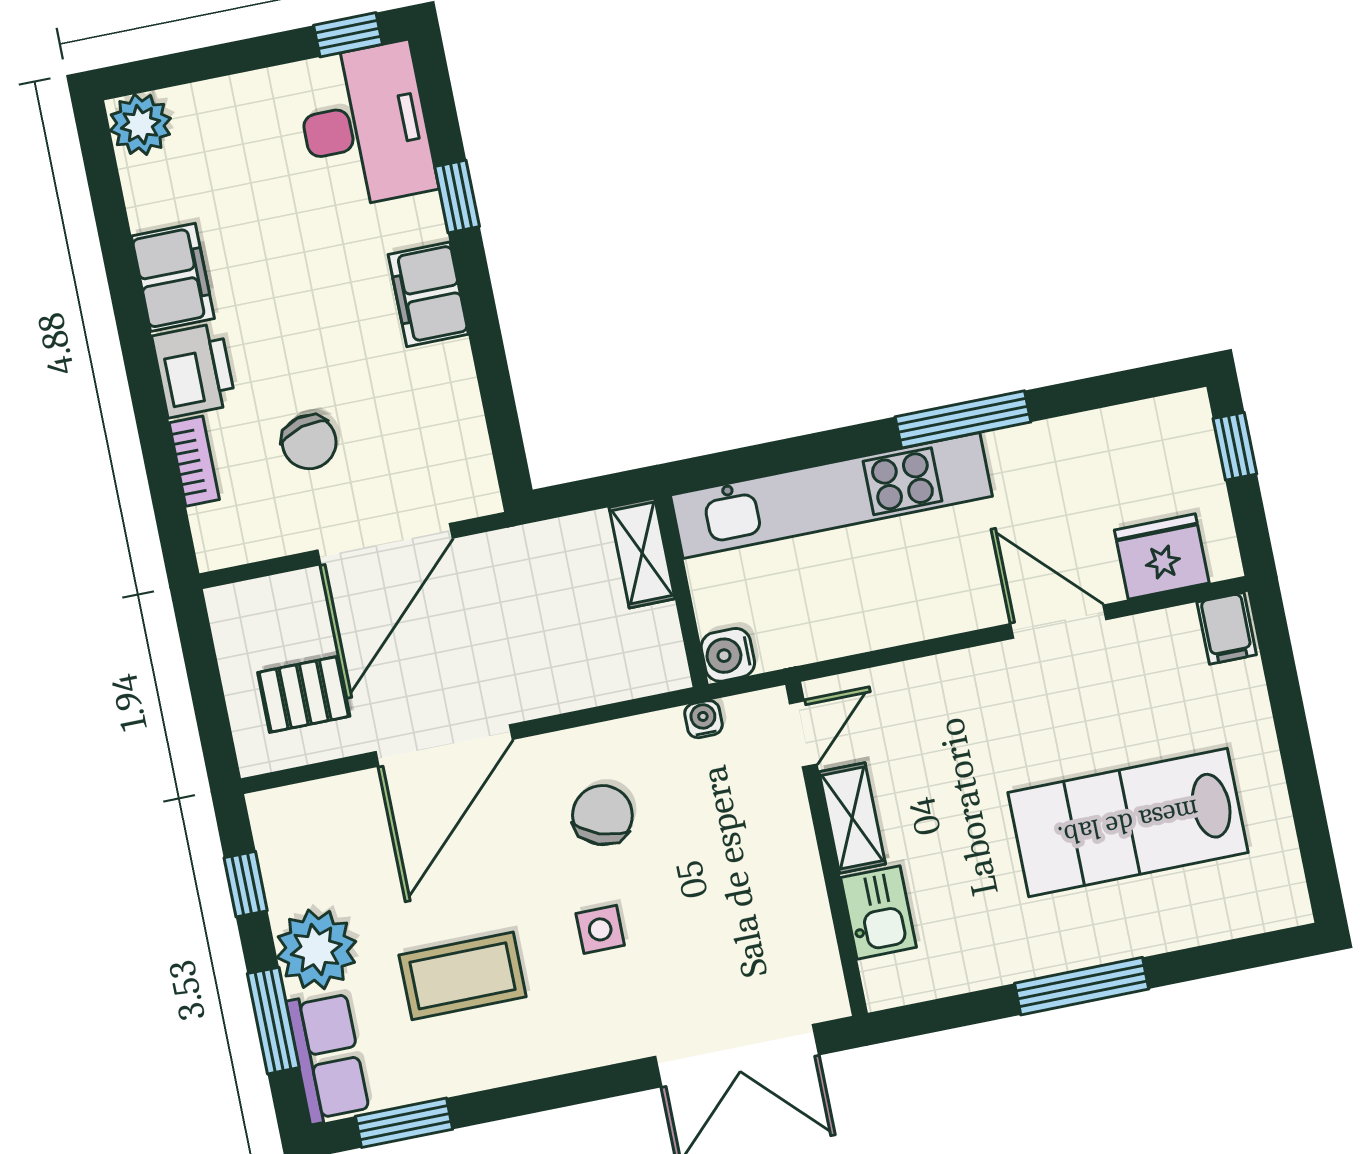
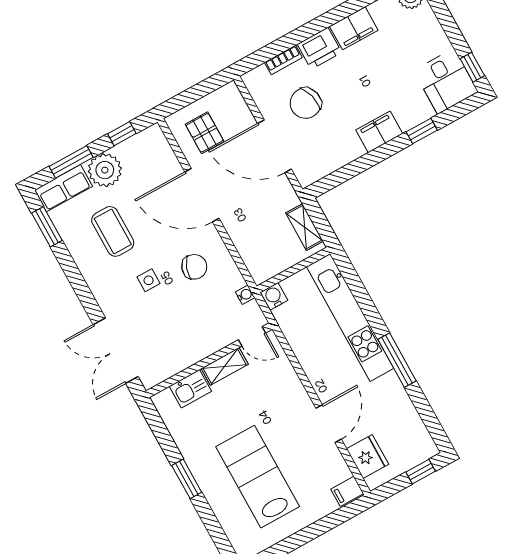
desk: (365, 126) -> (446, 81), width x0.73
chair: (309, 442) -> (306, 103), width x1.37, depth x1.37
shelving: (642, 553) -> (305, 227), moved, turned 90
window: (1082, 986) -> (187, 479), width x0.69

